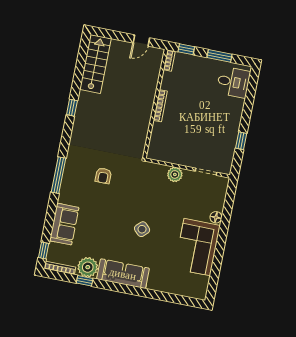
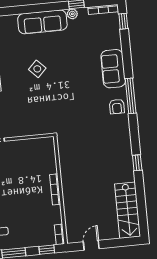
plant: (175, 174) -> (22, 129), removed
armchair: (103, 176) -> (117, 107), moved, turned 180
sofa: (64, 224) -> (113, 69), moved
plant: (88, 267) -> (72, 14), width x0.53, depth x0.53

